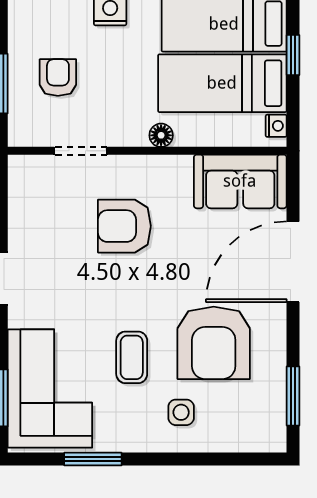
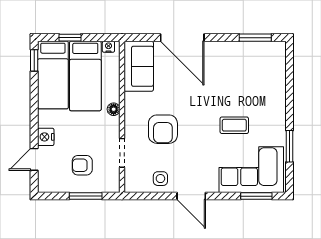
armchair: (214, 343) -> (226, 81), removed
side table: (181, 412) -> (160, 179), moved

